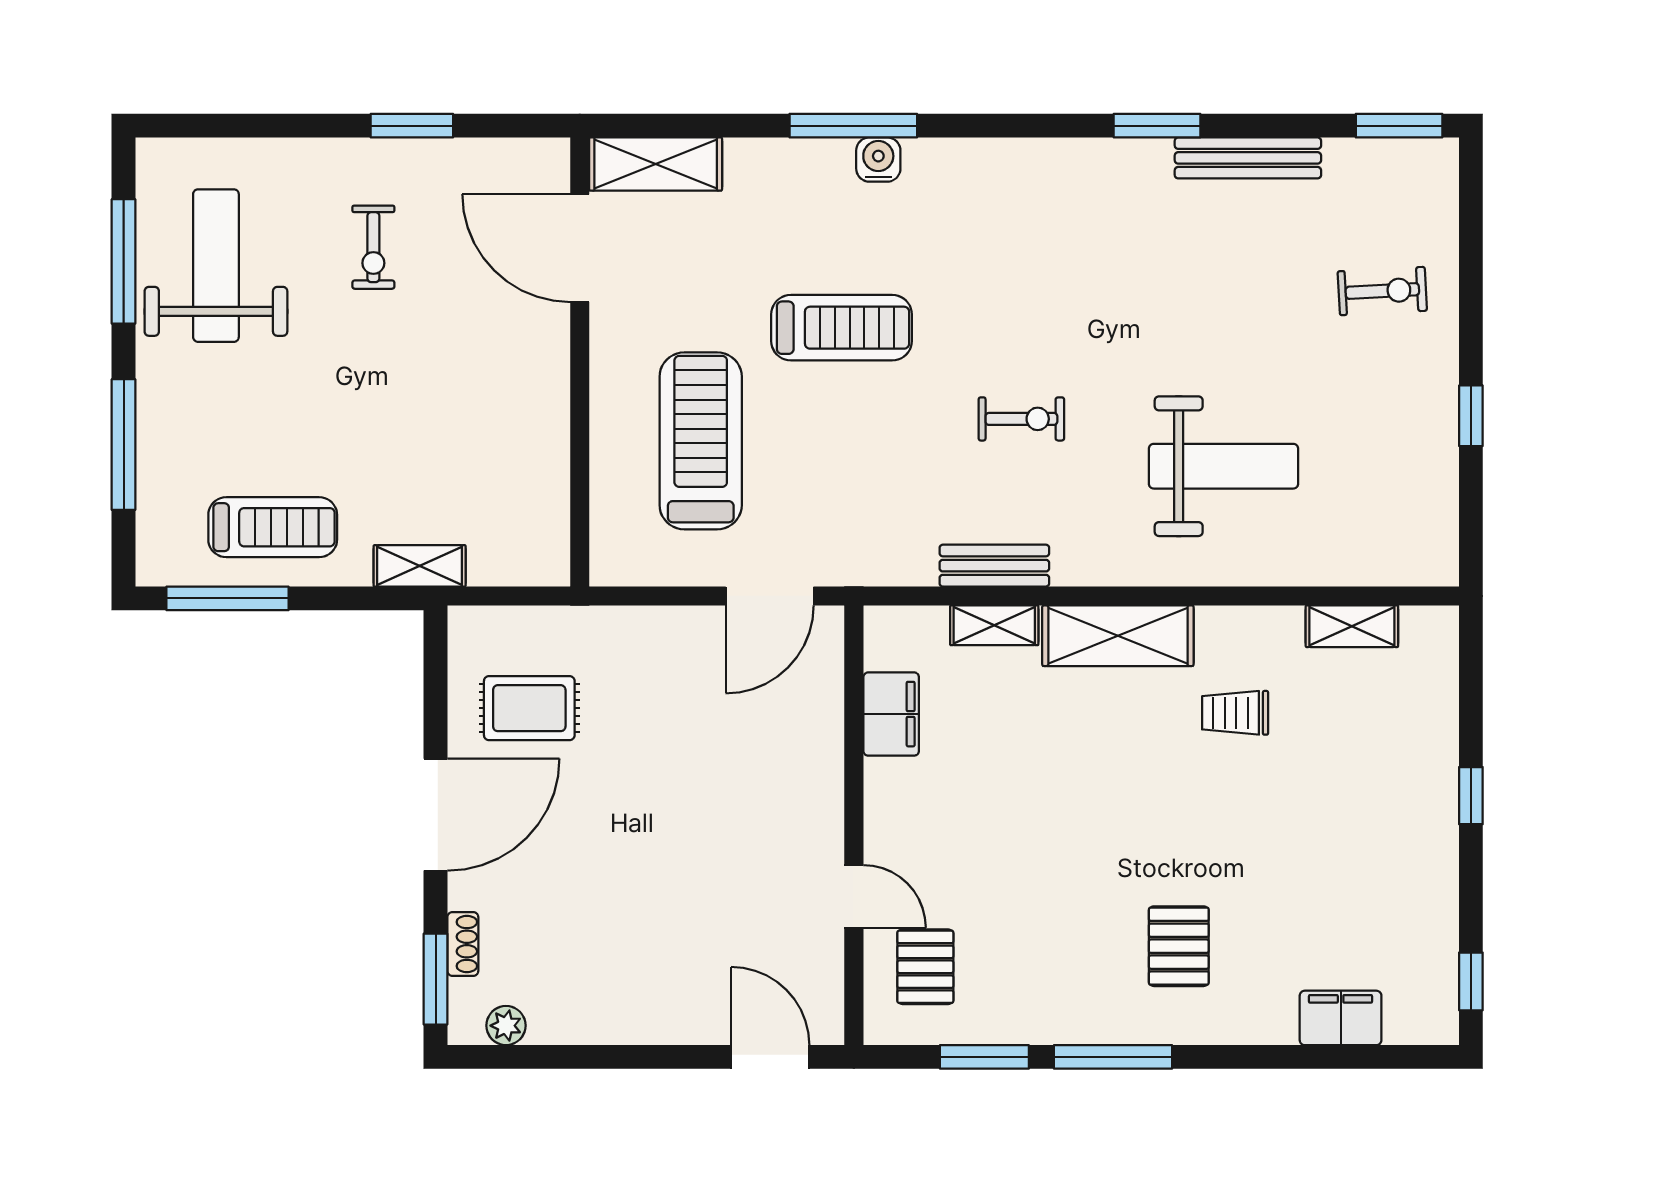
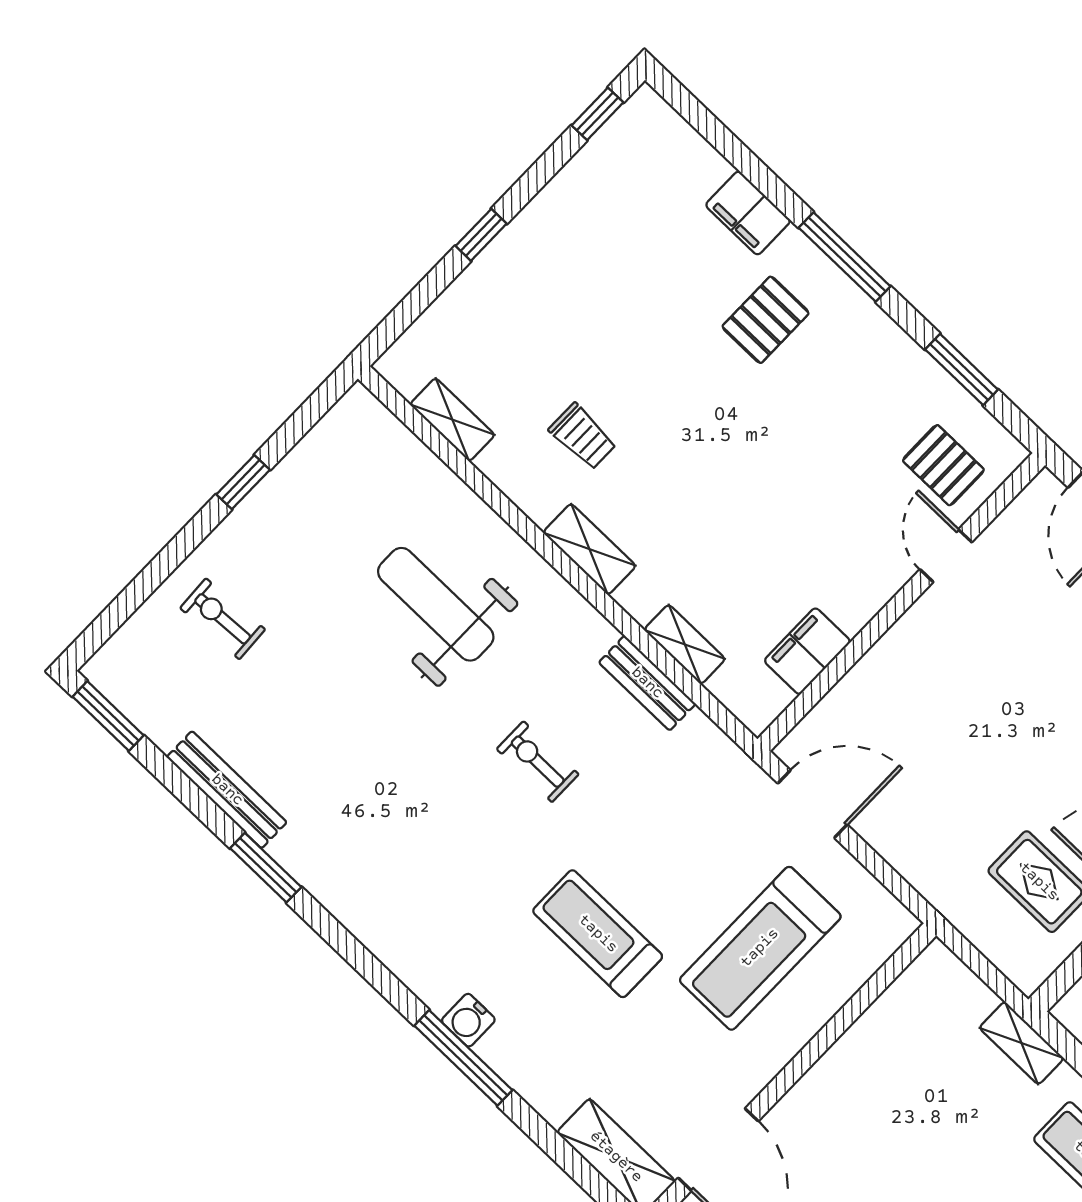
shelving: (1118, 636) -> (590, 549), width x0.67, depth x0.75
pallet: (925, 967) -> (943, 465), turned 90
filing cabinet: (1341, 1018) -> (748, 213), moved
window: (1113, 1057) -> (845, 257), moved

